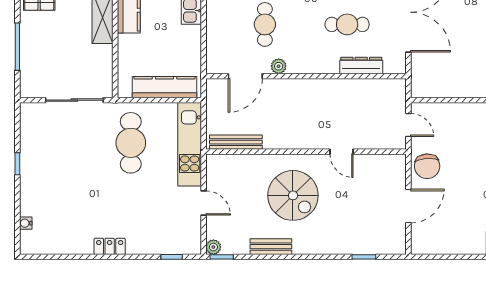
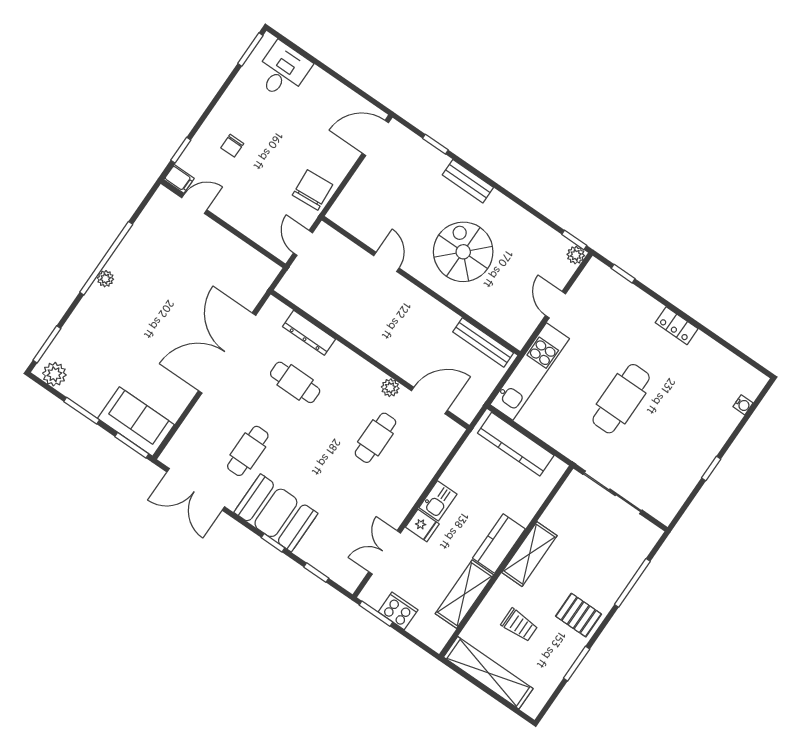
cafe table: (131, 143) -> (621, 399), moved
door: (408, 206) -> (375, 138), moved
bench: (271, 247) -> (468, 181), moved

